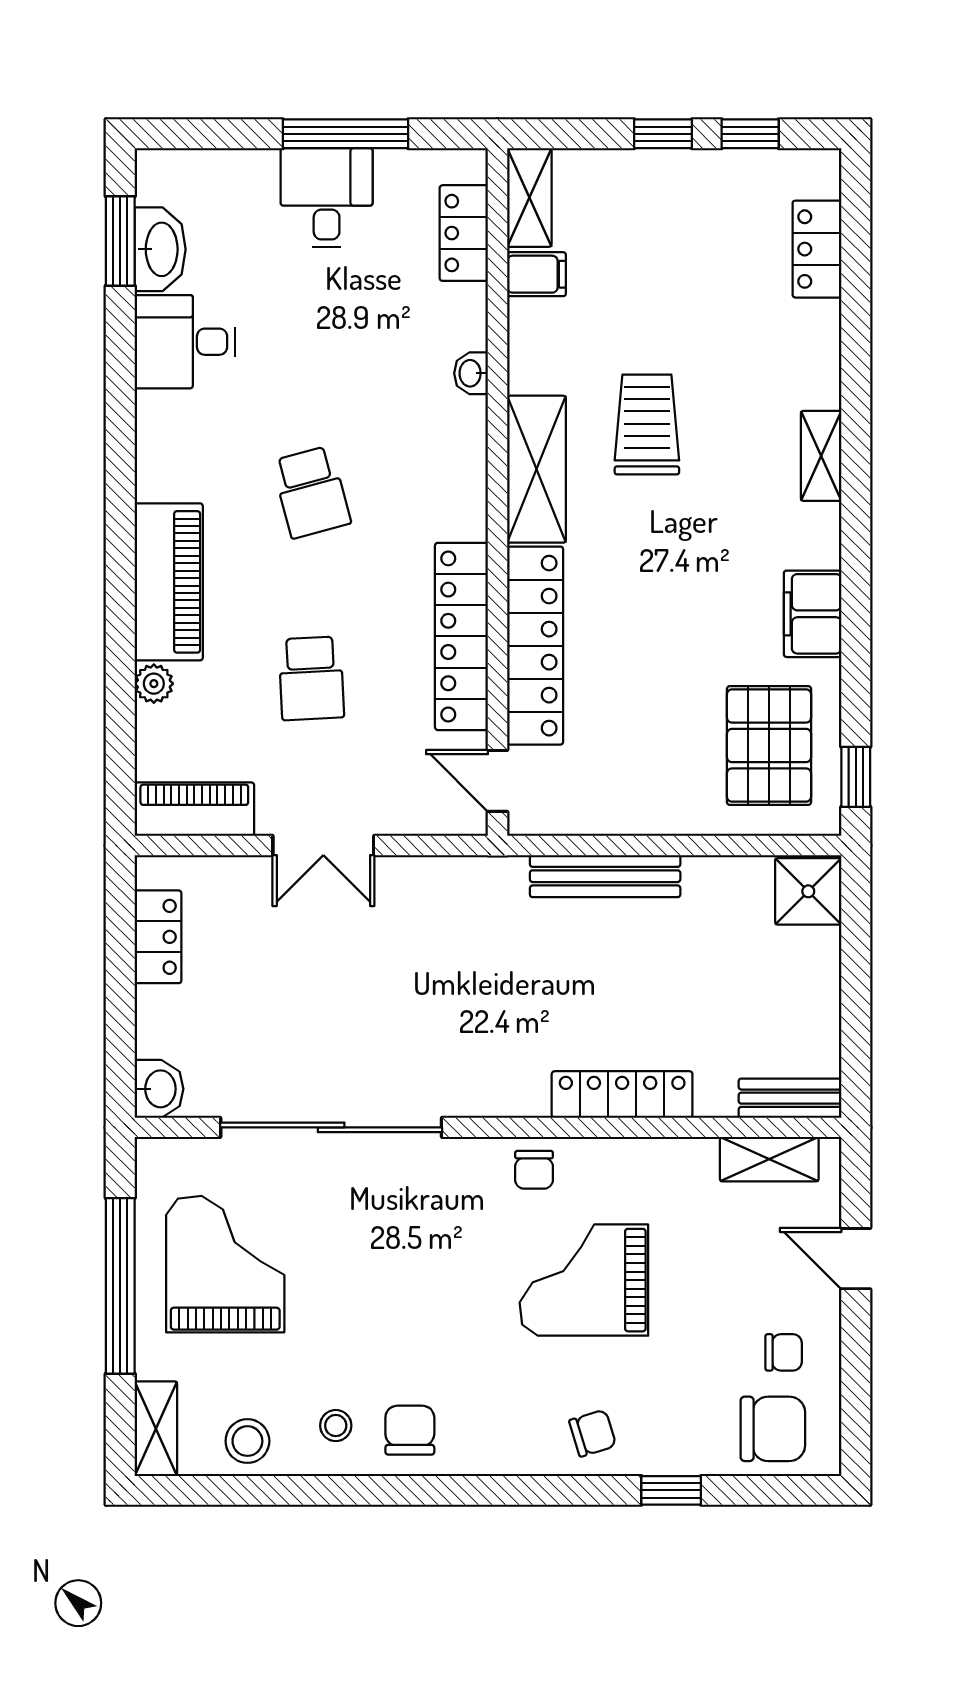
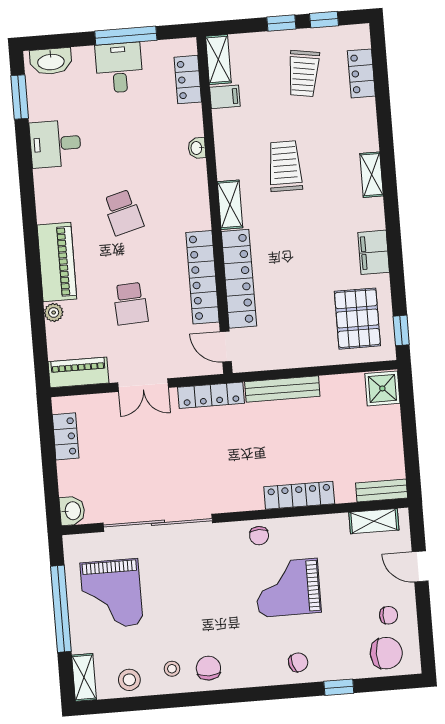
trolley: (700, 240) -> (304, 74), added
washbasin: (160, 249) -> (51, 61), moved, turned 90
shelving: (536, 469) -> (230, 205), width x0.67, depth x0.75
locker: (460, 877) -> (211, 395), added
grand piano: (225, 1264) -> (111, 594), turned 180

